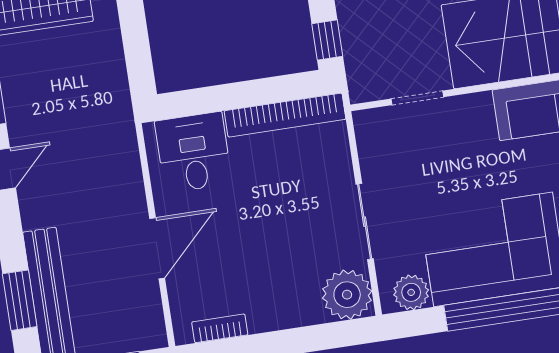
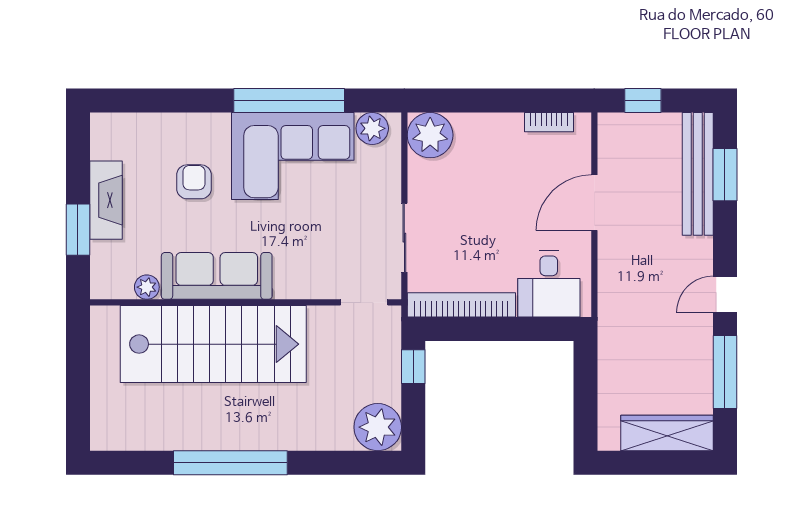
doorway: (417, 98) -> (364, 302), moved
sliding door: (365, 222) -> (404, 238), moved

